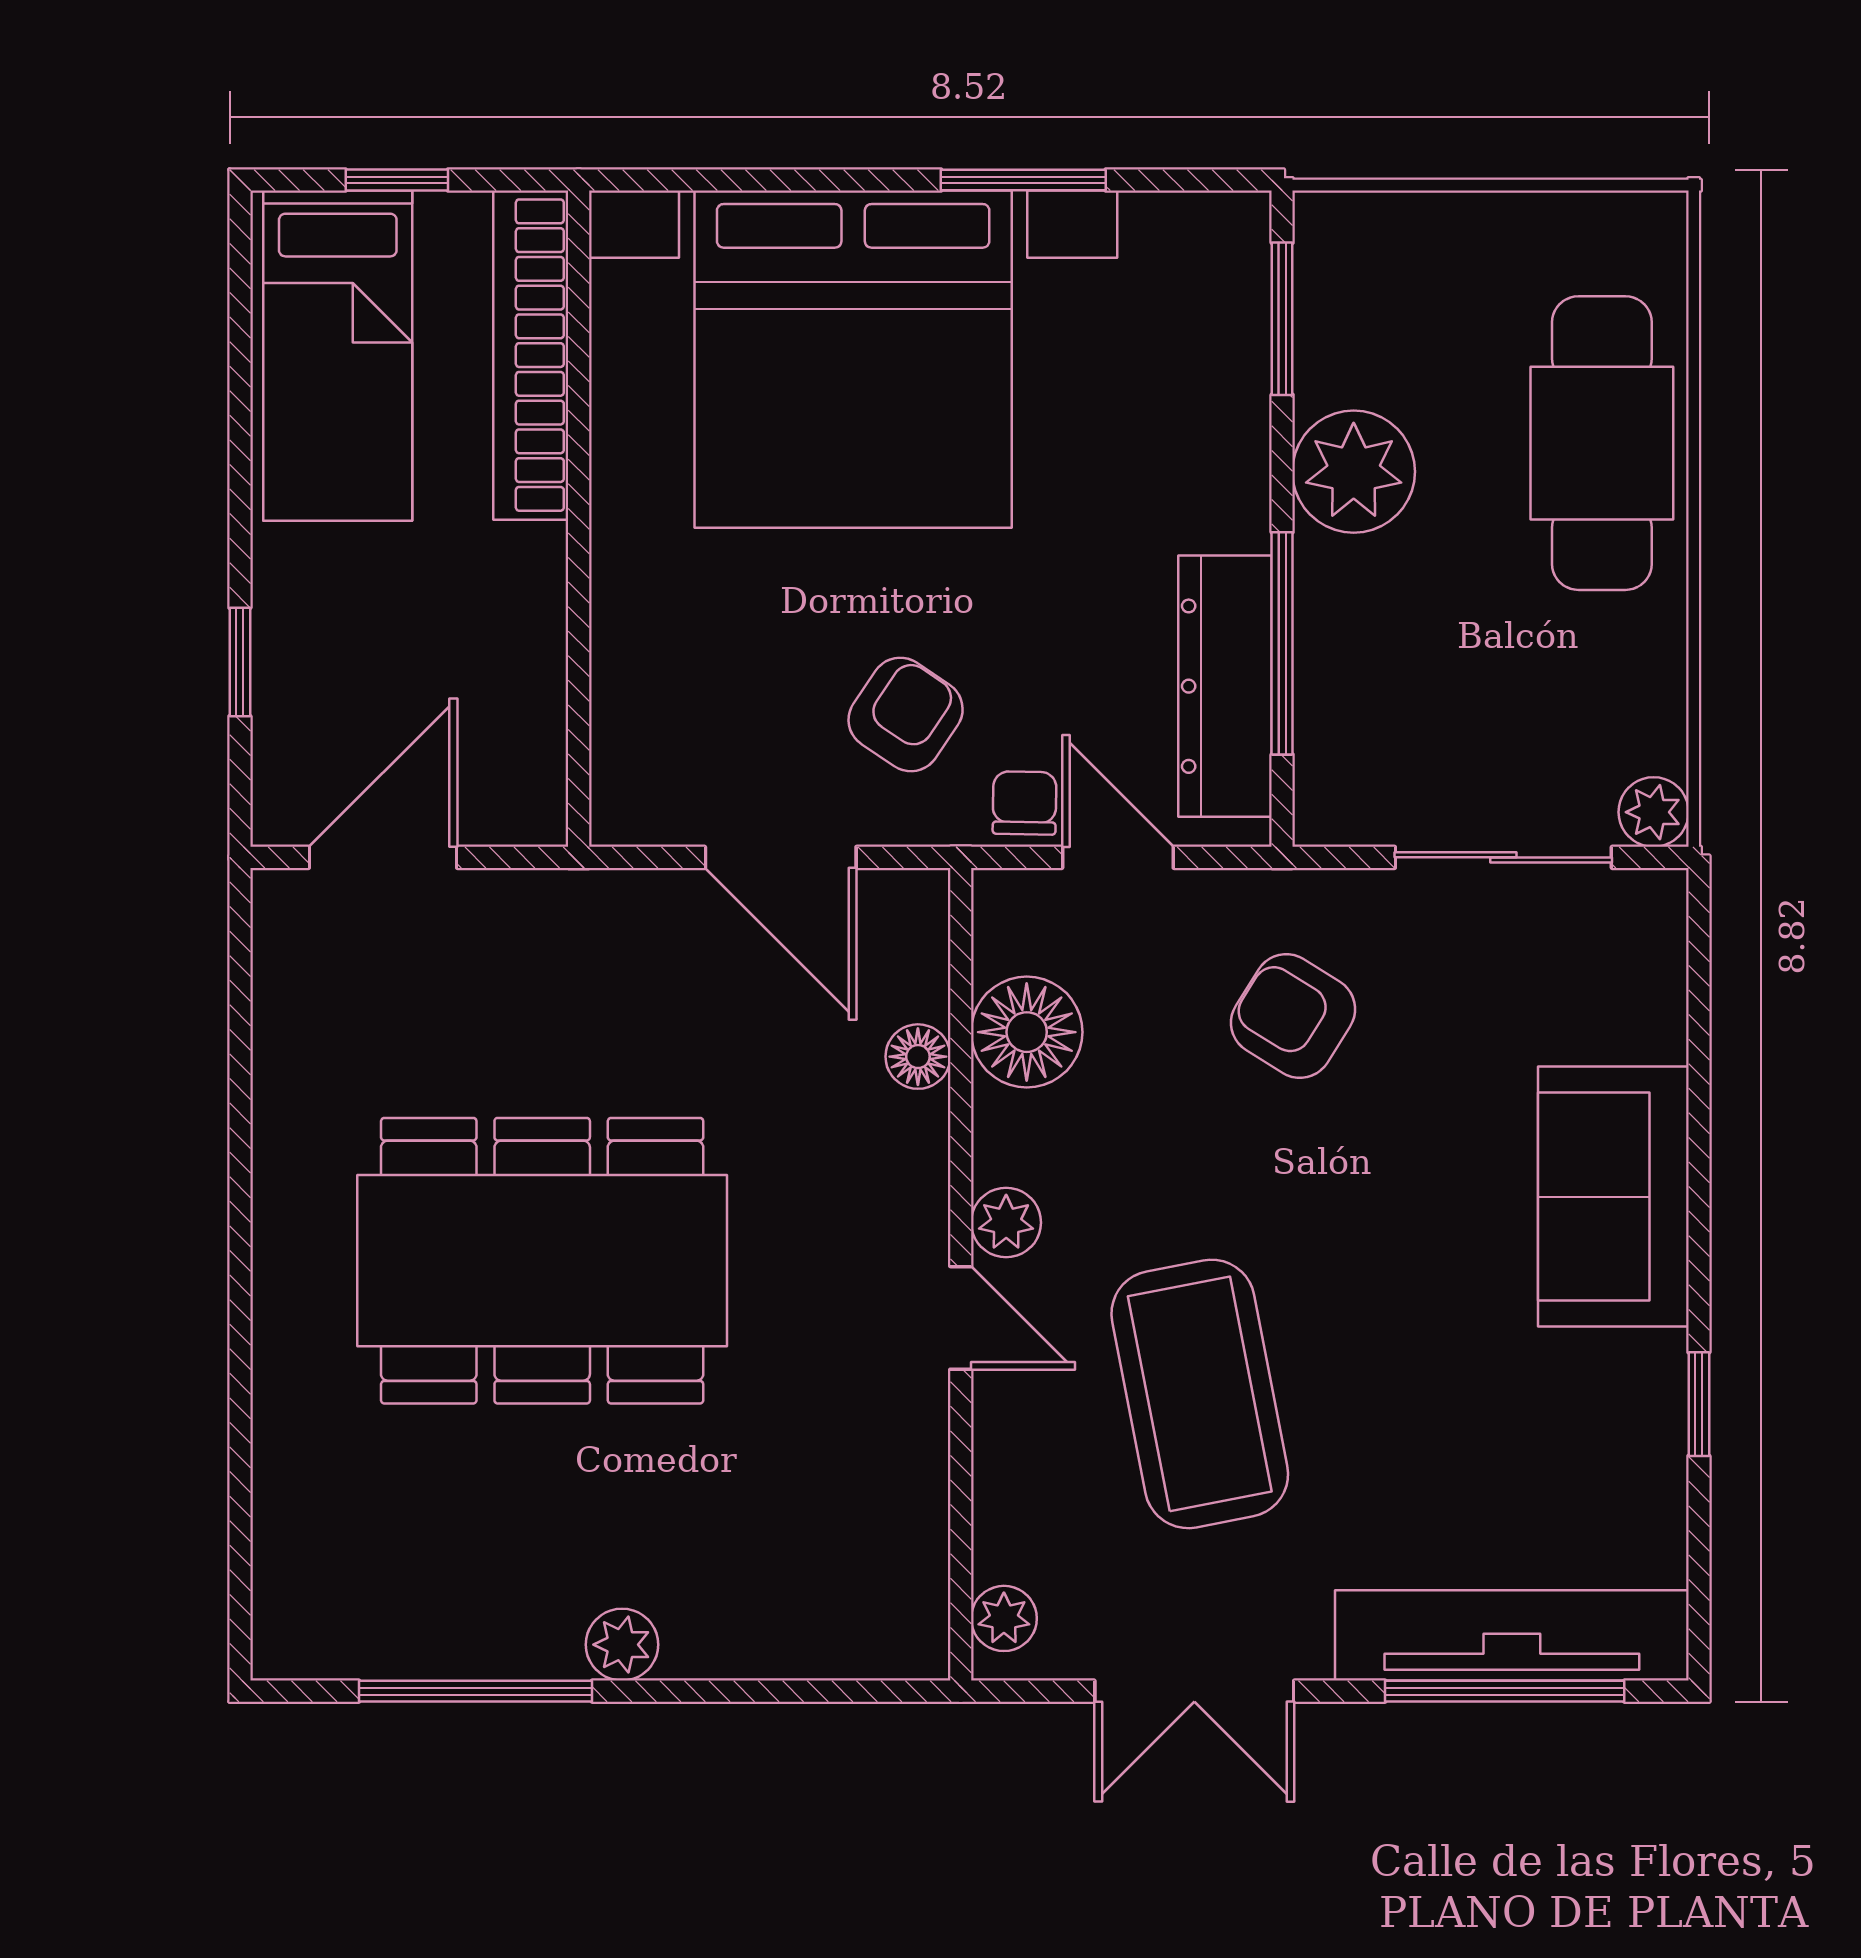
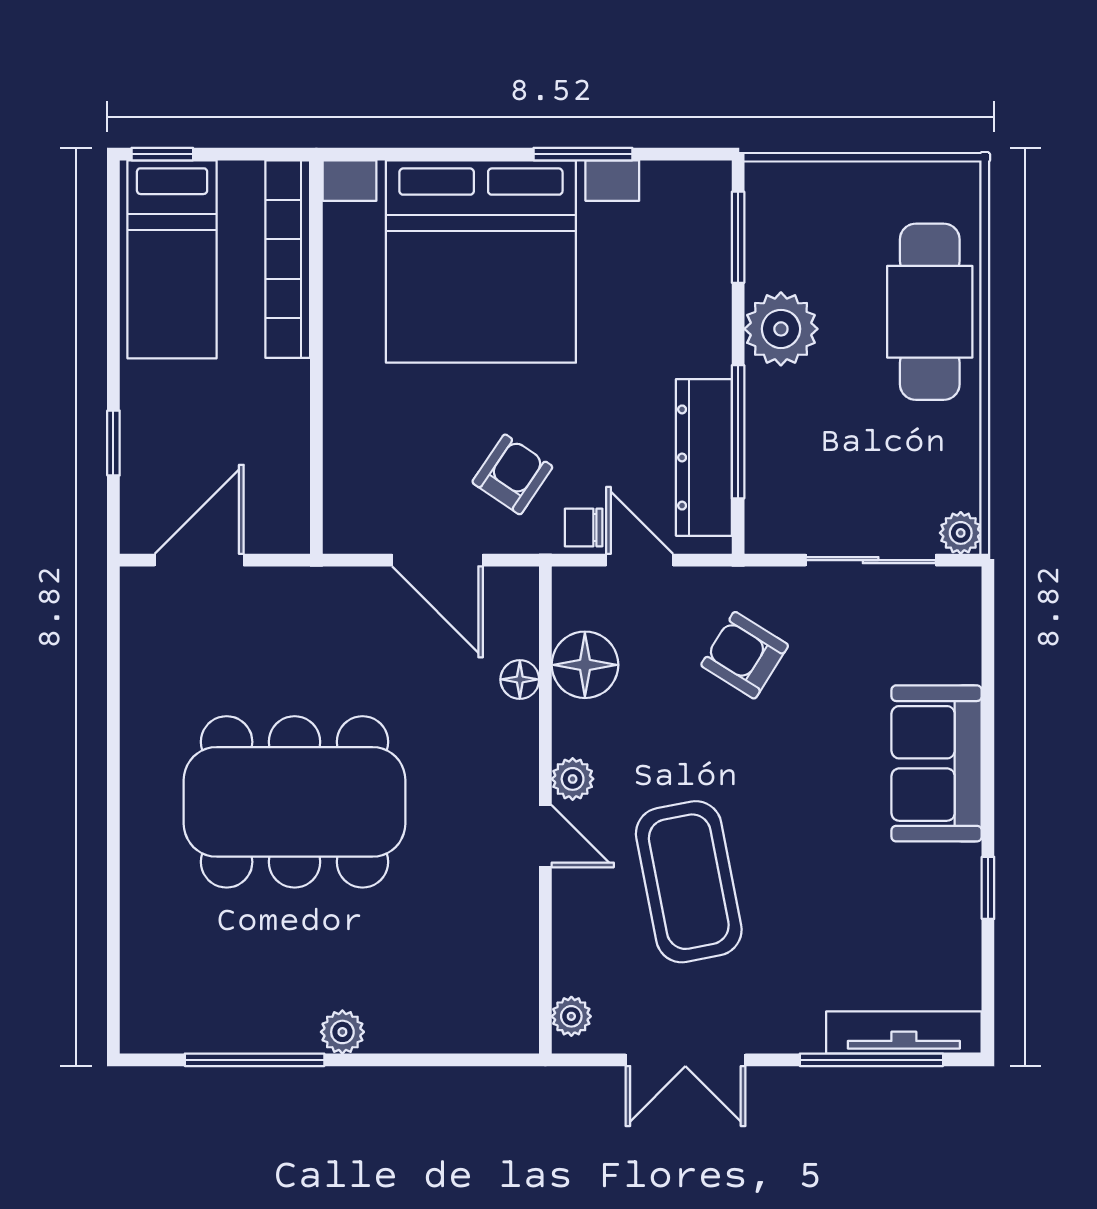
window: (397, 180) -> (162, 154), moved
chair: (1025, 803) -> (584, 528), turned -91
tv unit: (1512, 1635) -> (904, 1033), width x0.73, depth x0.78

